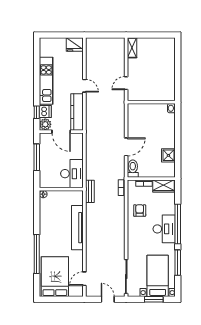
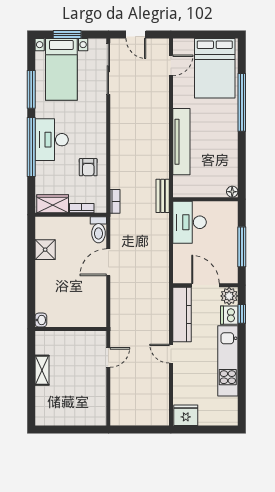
shelving: (132, 48) -> (42, 370), moved

